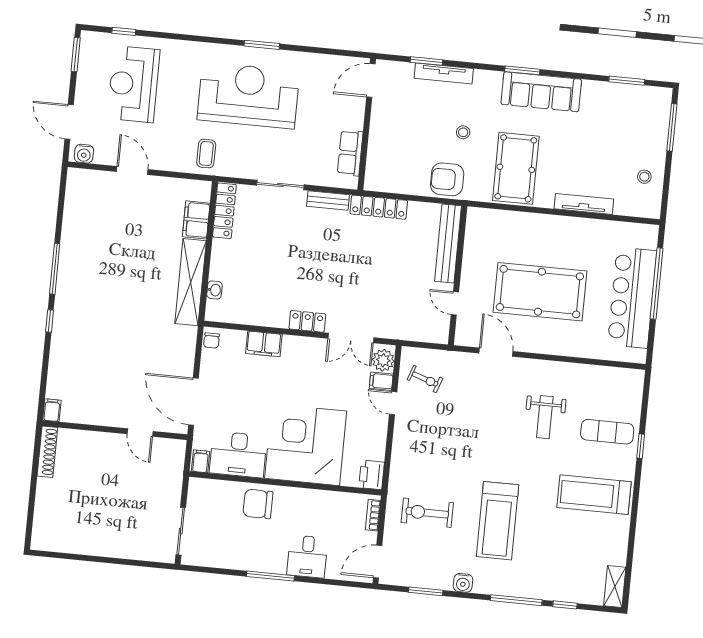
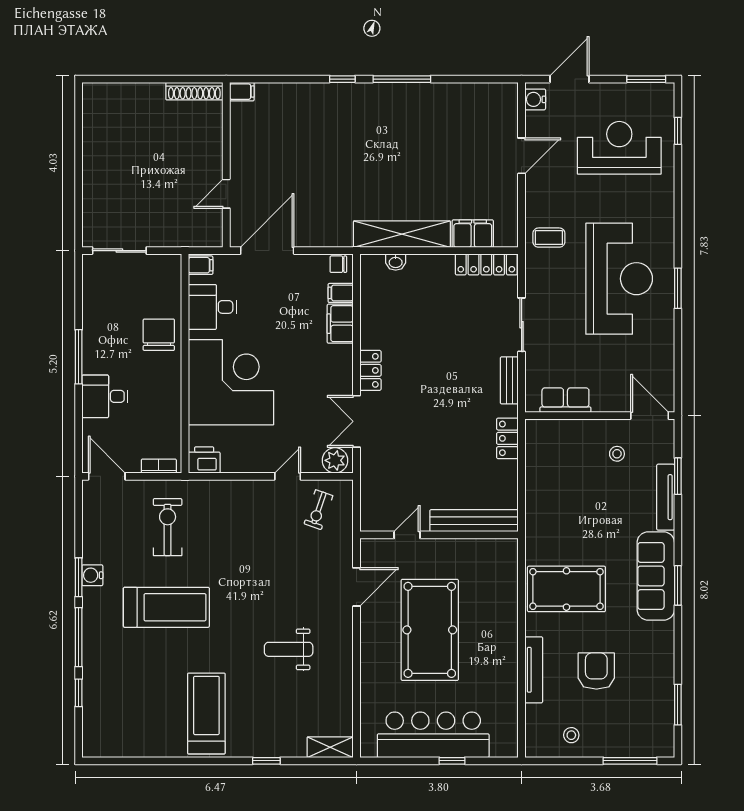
sofa: (541, 92) -> (656, 576), moved
stool: (463, 132) -> (617, 454), moved
armchair: (447, 179) -> (596, 671), moved
locker: (379, 207) -> (507, 438), width x0.66
window: (657, 283) -> (452, 761), width x0.32
filing cabinet: (381, 381) -> (341, 293), moved, turned -90
exercise mat: (607, 432) -> (279, 721), removed
desk: (238, 454) -> (212, 307), width x0.73
treadmill: (497, 521) -> (166, 607), turned 180
shelving: (615, 587) -> (330, 747), moved
window: (426, 591) -> (79, 577), moved

